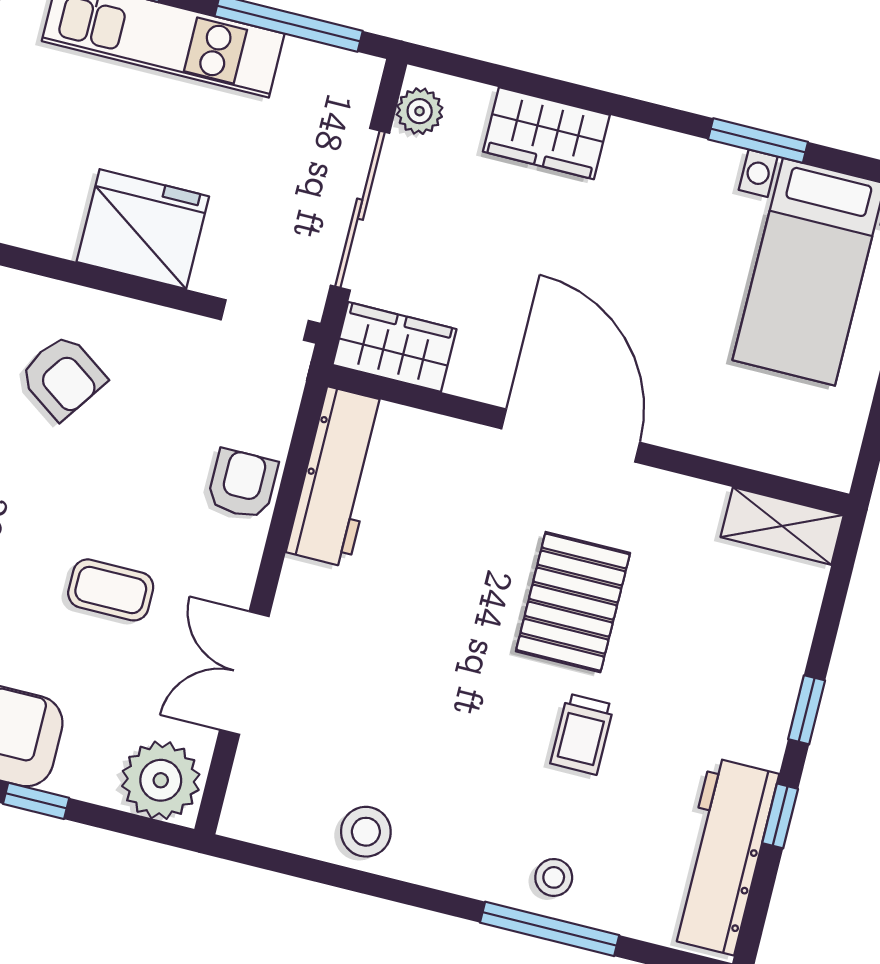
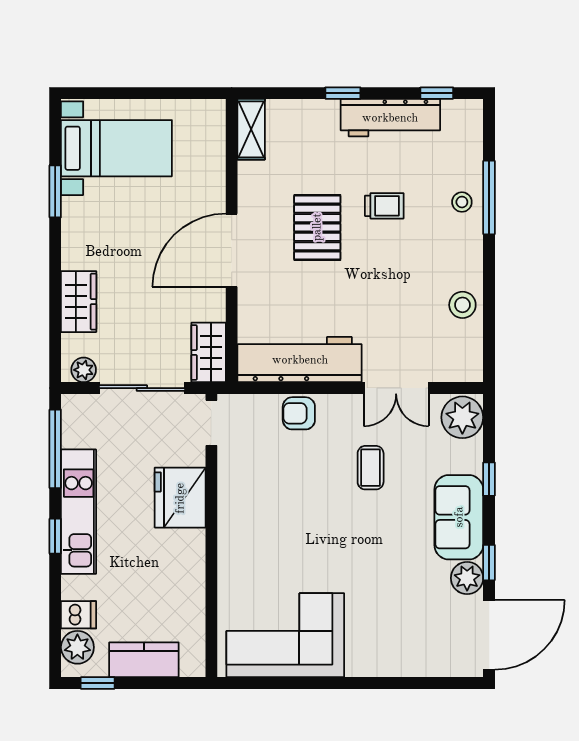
armchair: (63, 377) -> (267, 520), removed
workbench: (338, 477) -> (300, 360), width x1.36, depth x1.32
pallet: (573, 602) -> (317, 227), turned 90
window: (780, 816) -> (437, 93), moved
workbench: (723, 856) -> (390, 118), moved

